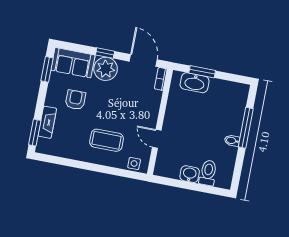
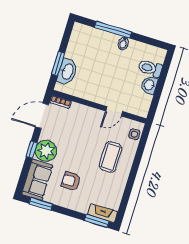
fireplace: (47, 122) -> (103, 213), moved

